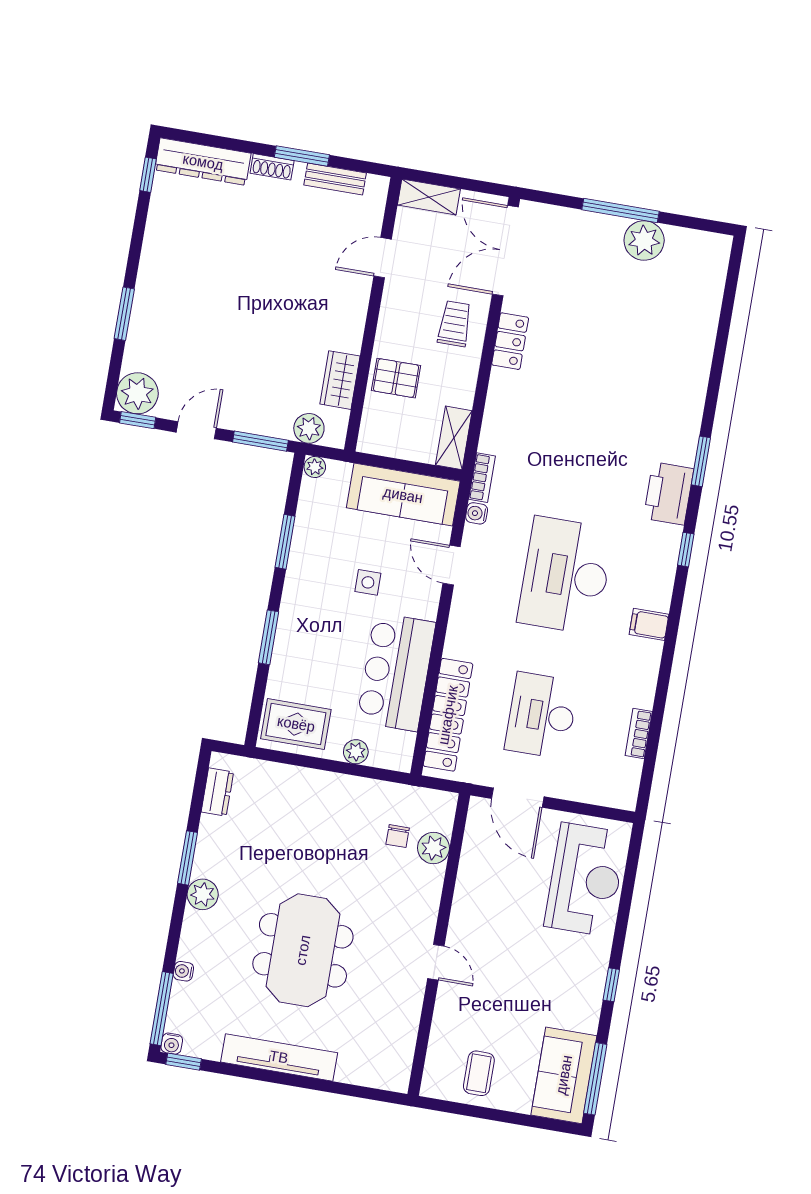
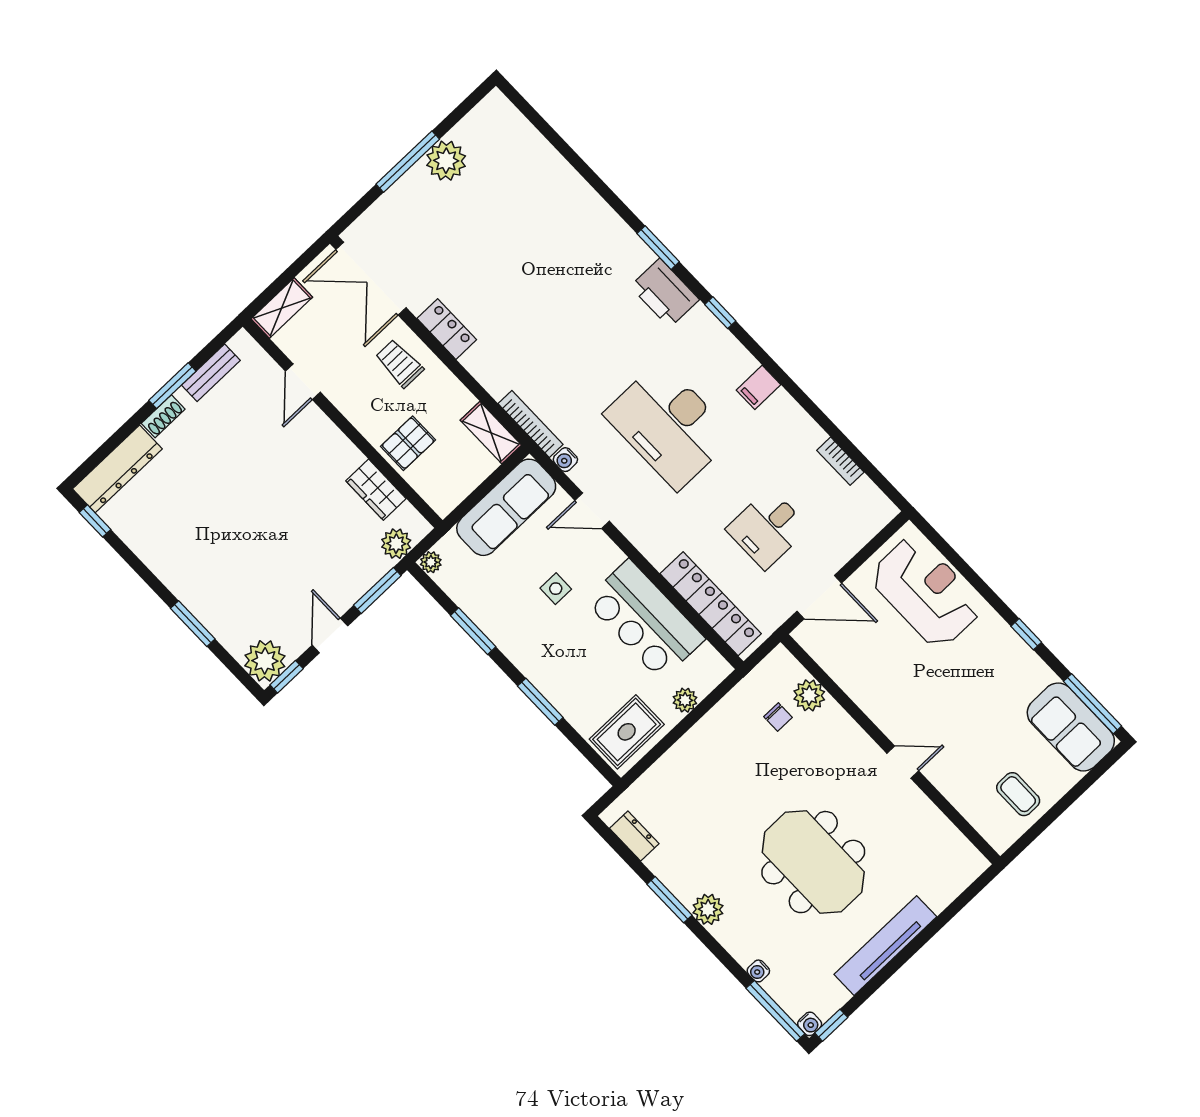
bookcase: (482, 478) -> (531, 424), width x1.56
desk: (542, 716) -> (767, 529), width x0.73

